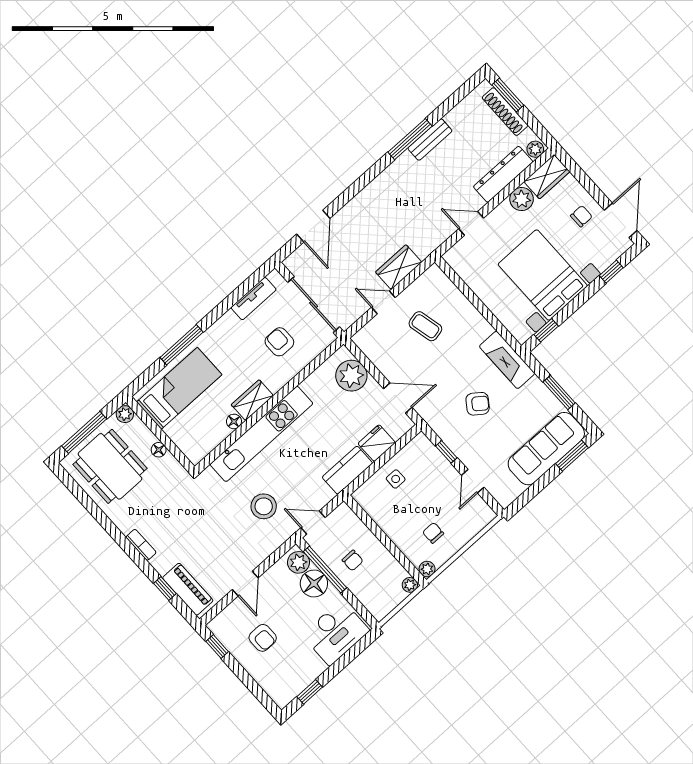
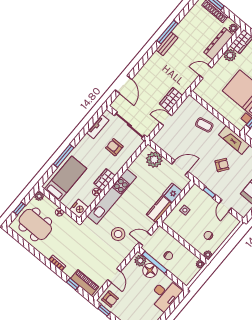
bench: (430, 140) -> (167, 44), moved
coffee table: (425, 326) -> (204, 125), moved
window: (84, 432) -> (19, 209), width x0.46
nightstand: (197, 448) -> (79, 209), added
armchair: (263, 638) -> (110, 299), moved

